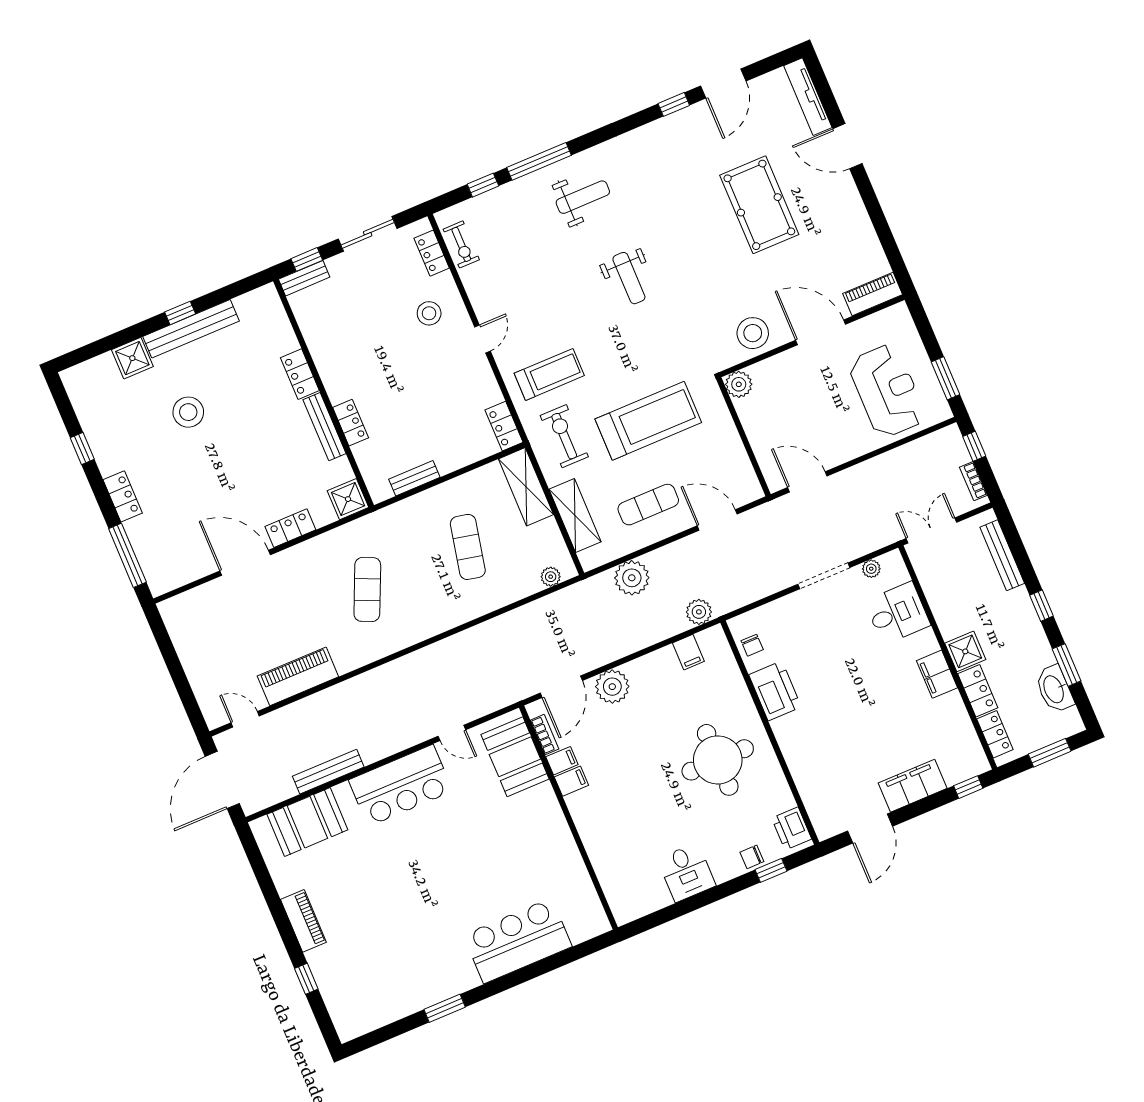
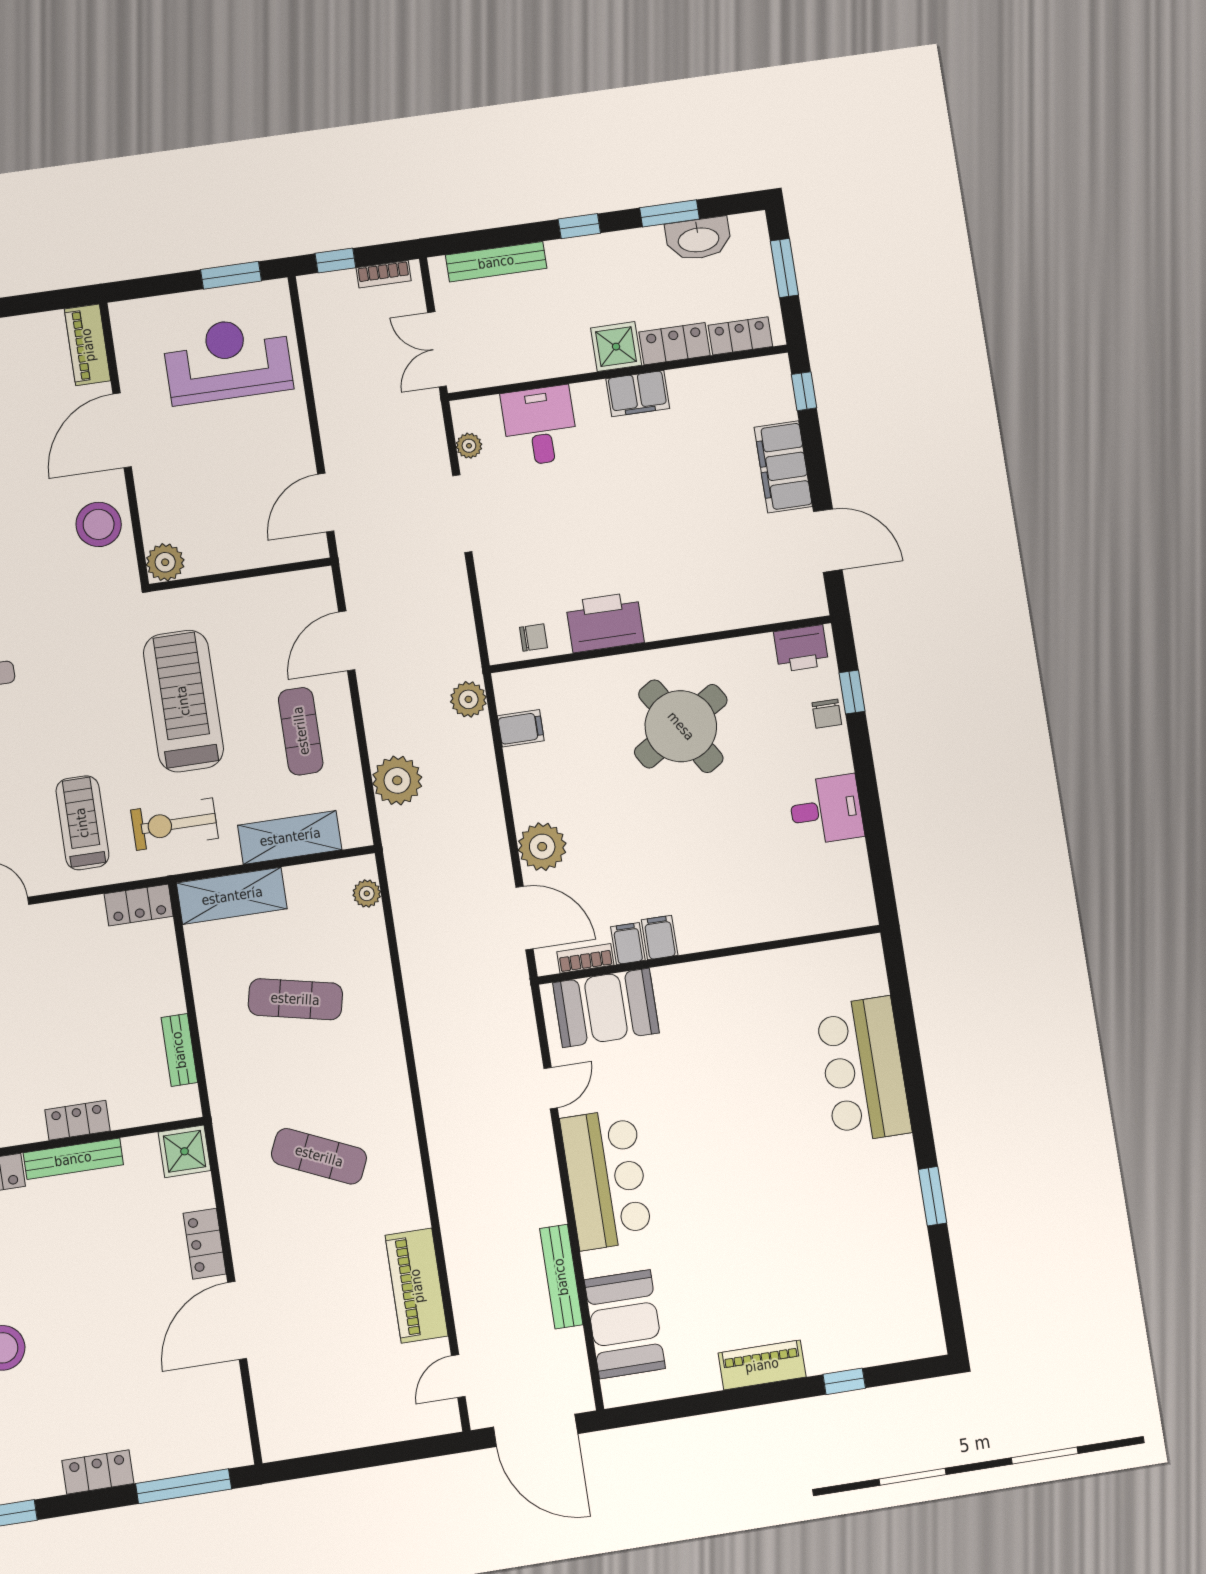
round table: (718, 760) -> (681, 726), turned -32

